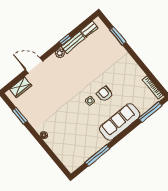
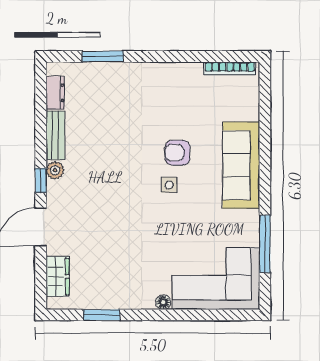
window: (65, 40) -> (41, 181), moved
window: (150, 112) -> (265, 104), removed
corner sofa: (69, 148) -> (216, 278), added

